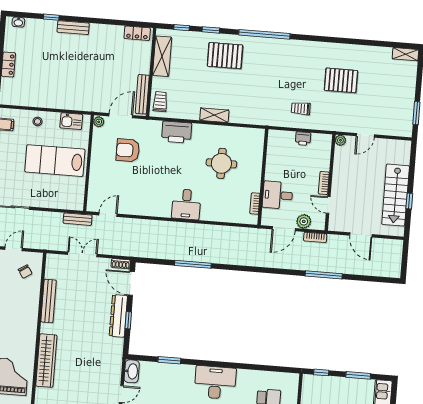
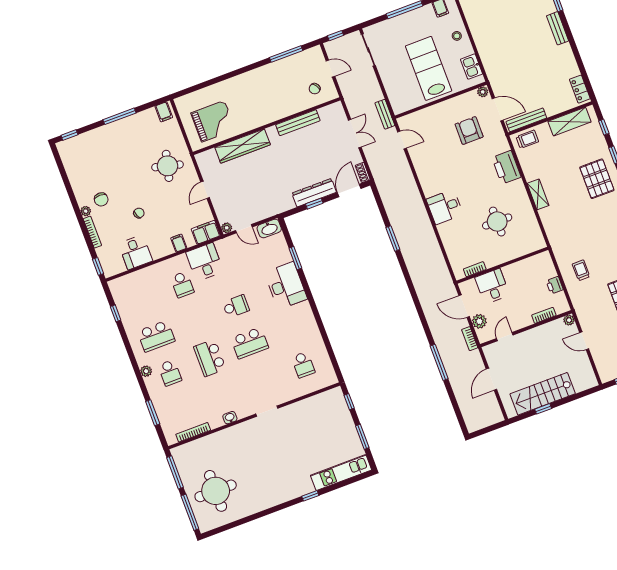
bookcase: (324, 183) -> (544, 315), moved
window: (193, 264) -> (393, 239), width x0.69
desk: (215, 382) -> (286, 286), moved

